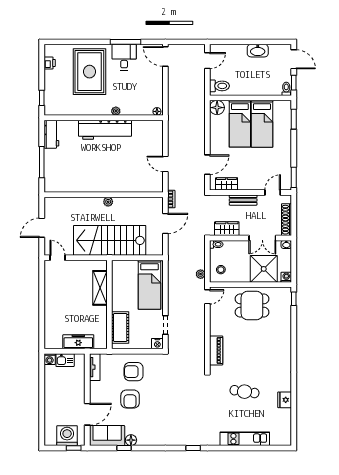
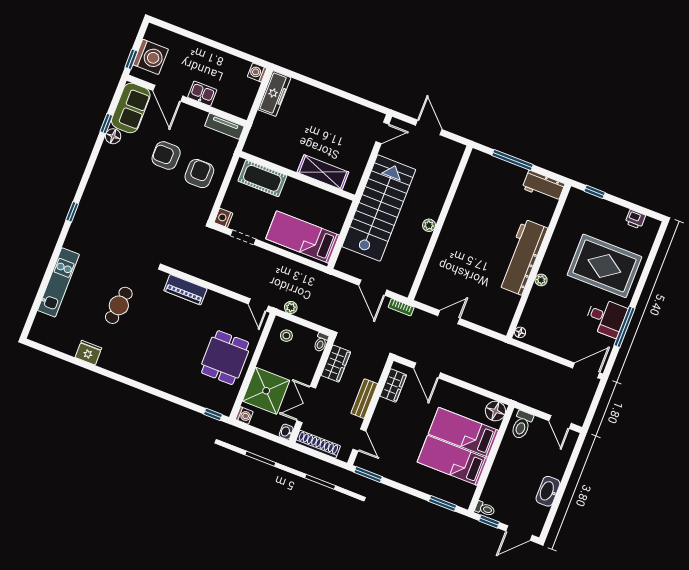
freezer: (78, 342) -> (274, 94), moved
kitchen sink: (65, 360) -> (202, 94), moved, turned 90

